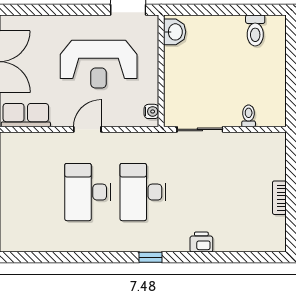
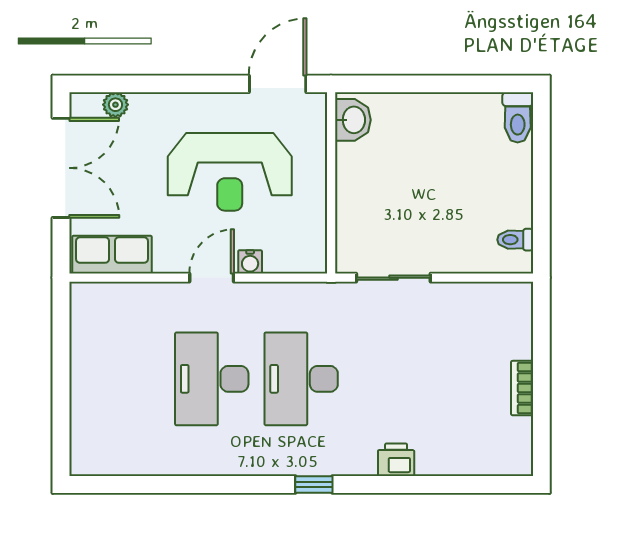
plant: (28, 23) -> (115, 105), added
toilet: (255, 30) -> (518, 117), moved
water cooler: (151, 111) -> (250, 262), moved, turned 90
toilet: (249, 116) -> (515, 240), moved, turned -90

